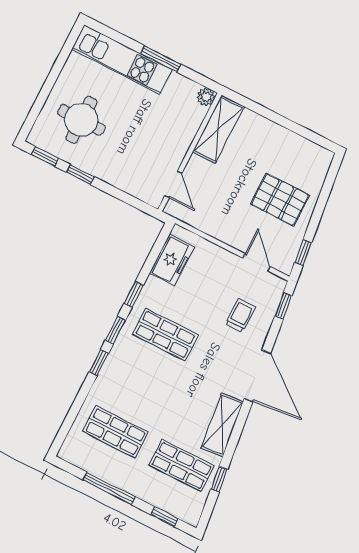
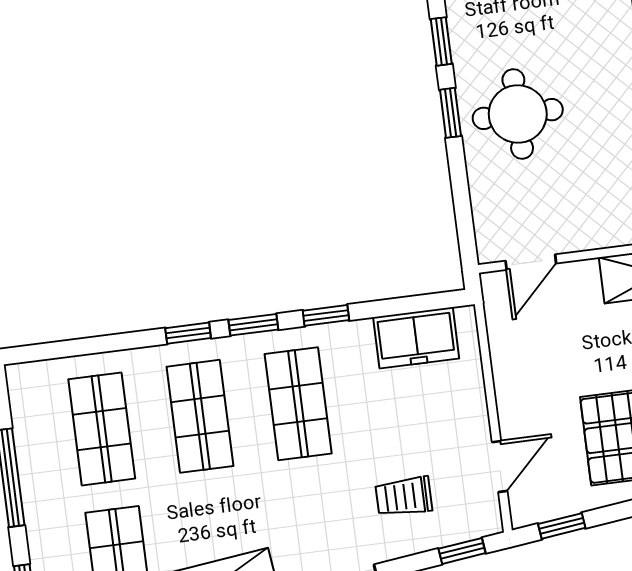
round table: (81, 120) -> (518, 114), moved
trolley: (240, 315) -> (404, 497), turned 180
shop shelf: (140, 383) -> (200, 416), added

